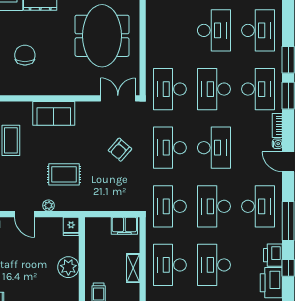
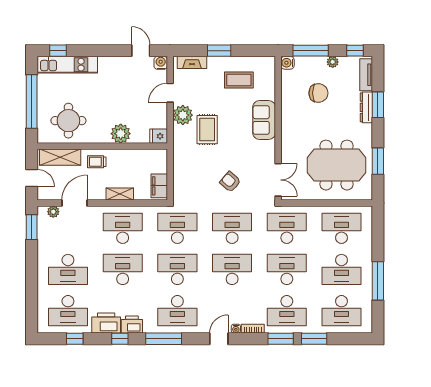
desk: (170, 30) -> (341, 228), added
desk: (214, 148) -> (232, 269), turned 180
plant: (48, 205) -> (183, 115), width x1.87, depth x1.87

